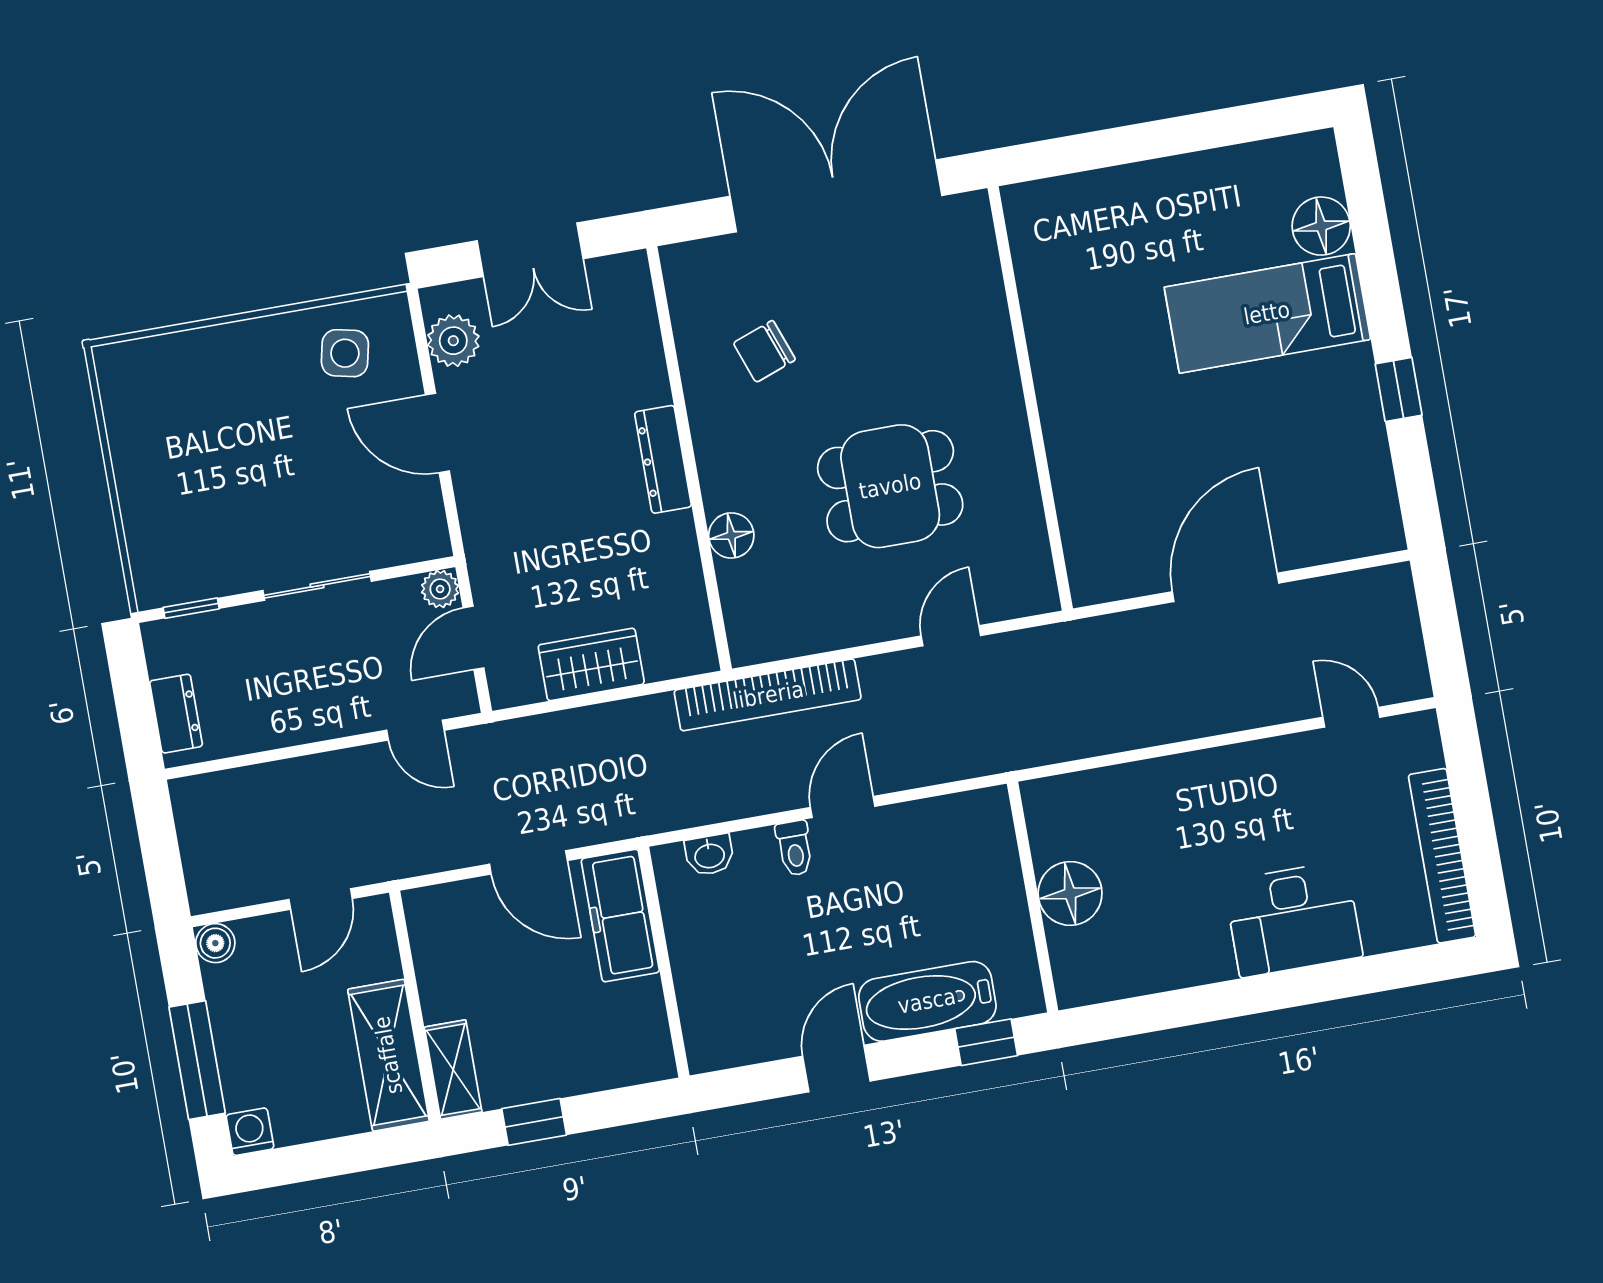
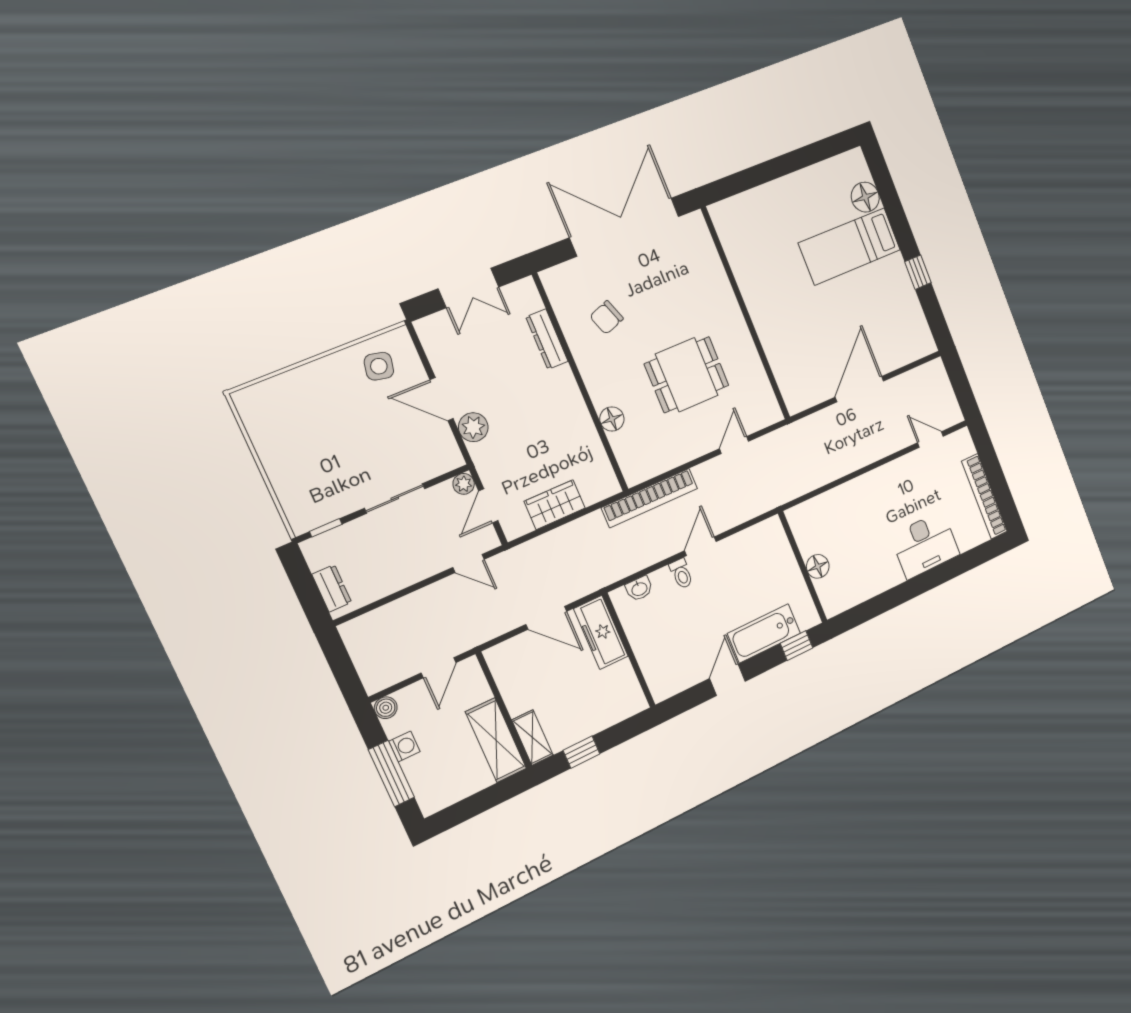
plant: (453, 341) -> (473, 427), moved
dresser: (663, 459) -> (547, 339), moved
floor lamp: (1070, 893) -> (818, 566), width x0.73, depth x0.73
washing machine: (250, 1132) -> (404, 746), moved, turned 90

